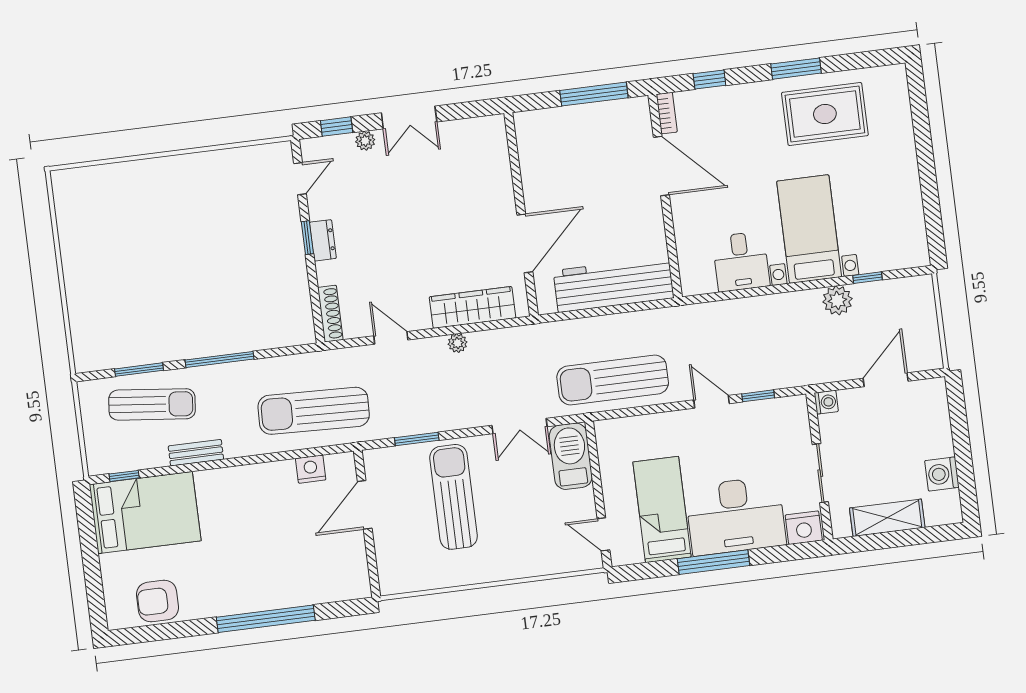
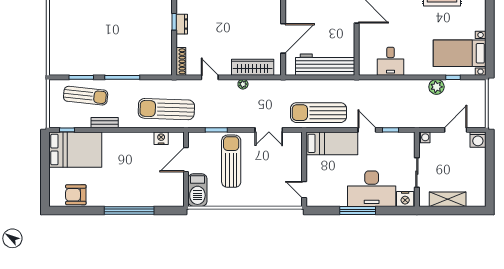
bed with nightstands: (809, 229) -> (460, 53), moved, turned -90
barbecue: (571, 456) -> (197, 190), moved, turned 180
washing machine: (942, 474) -> (478, 140), moved, turned -90
bed: (662, 509) -> (332, 143), moved, turned 90

